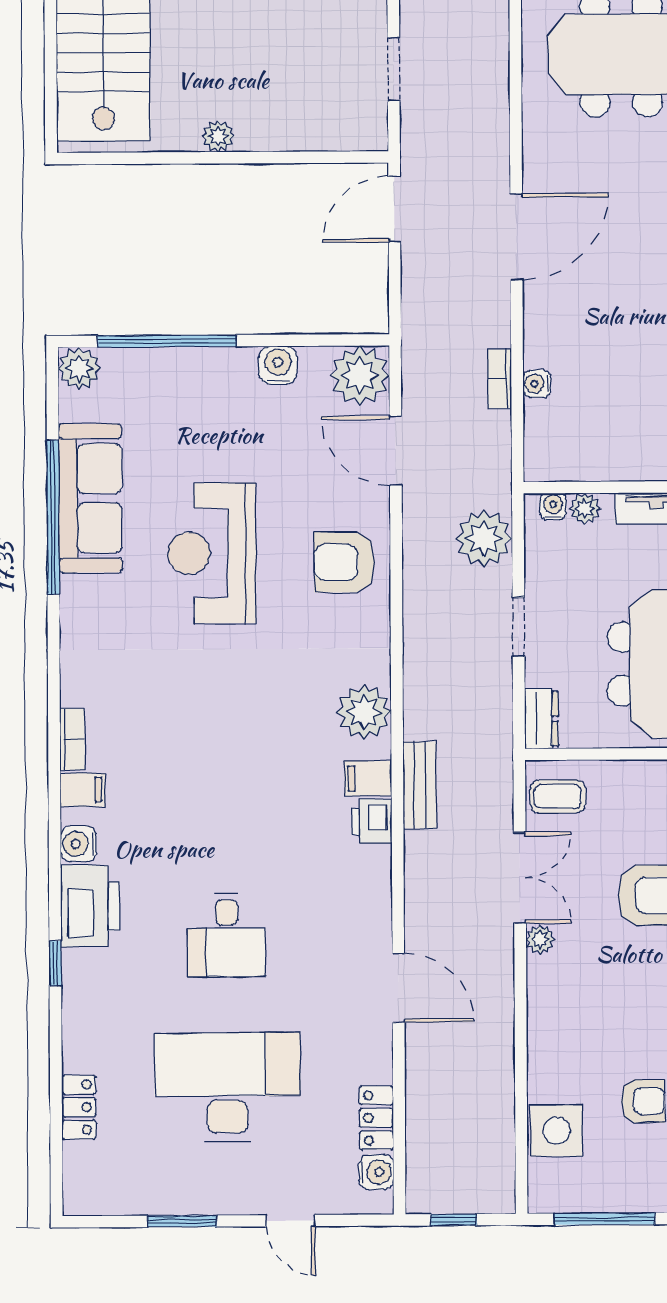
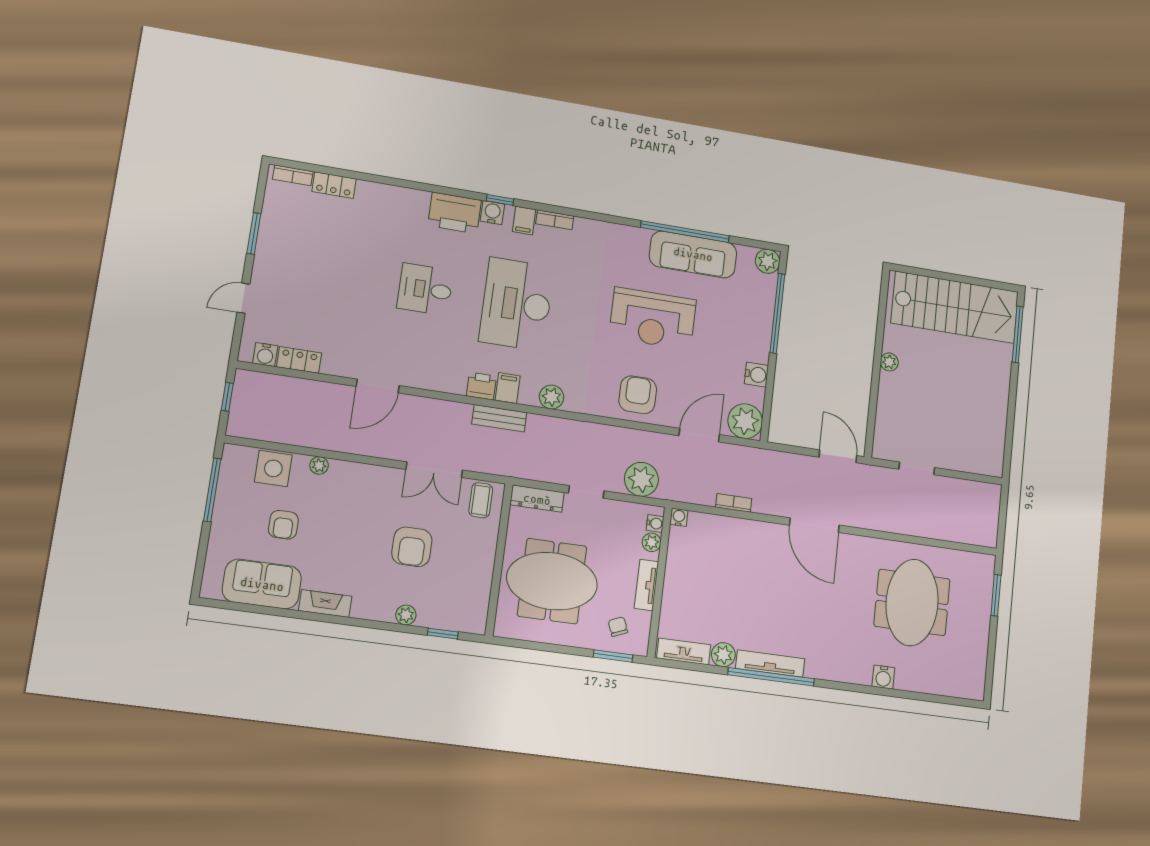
water cooler: (537, 384) -> (679, 517), moved
reception desk: (212, 553) -> (653, 319), turned 180
plant: (364, 712) -> (551, 397), width x0.73, depth x0.73
dresser: (541, 719) -> (537, 499), width x1.44
plant: (540, 940) -> (319, 465), moved
window: (55, 963) -> (500, 200), moved
desk: (227, 1087) -> (517, 304), moved, turned 180
bookcase: (75, 1175) -> (293, 175), added

